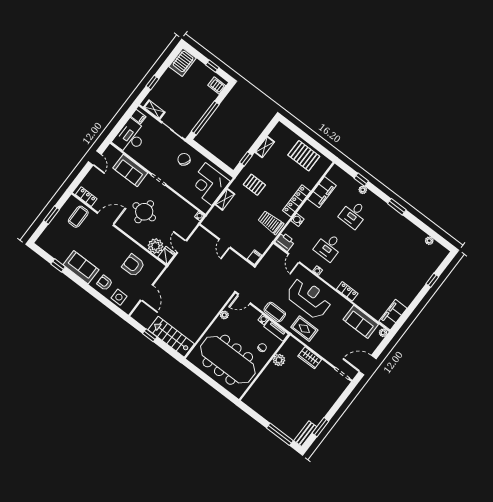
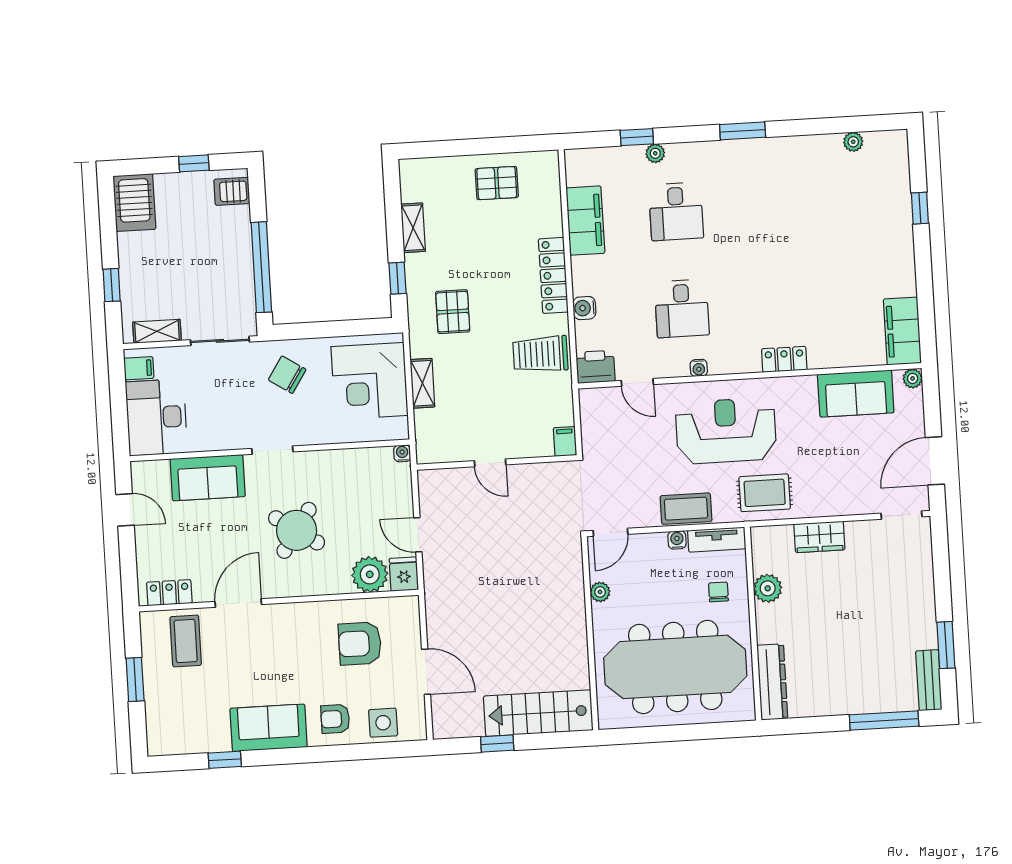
pallet: (304, 156) -> (497, 183), width x0.67, depth x0.71
pallet: (254, 185) -> (453, 312), turned 90
round table: (144, 212) -> (297, 530), turned 34
dresser: (255, 391) -> (772, 682), added

